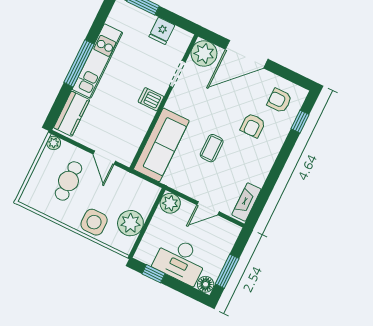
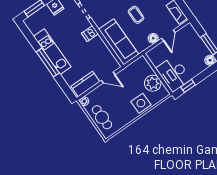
kitchen counter: (72, 114) -> (85, 84), moved, turned -90
cafe table: (68, 181) -> (102, 117), moved
floor lamp: (192, 190) -> (153, 38), added
plant: (170, 203) -> (154, 55), removed
desk: (180, 260) -> (174, 74), moved, turned 90

